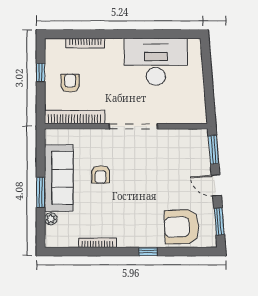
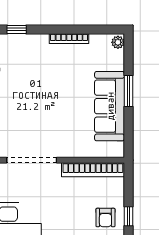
armchair: (70, 83) -> (105, 217), moved
armchair: (101, 174) -> (66, 110), removed
plant: (51, 219) -> (118, 42), moved

